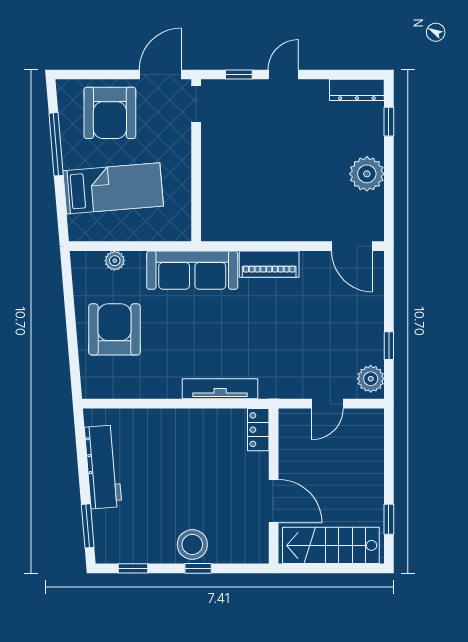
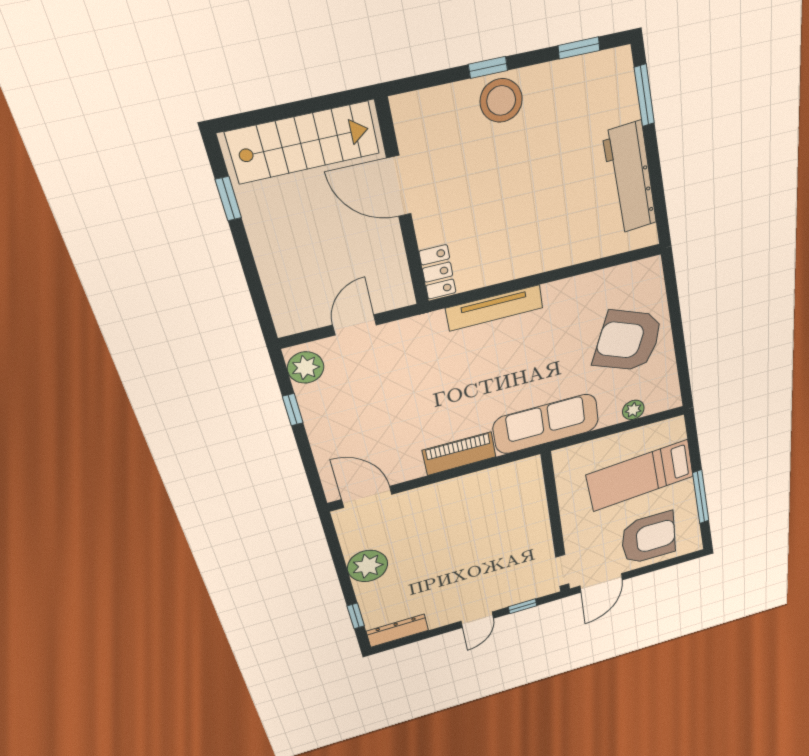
armchair: (110, 113) -> (648, 538), turned 90
armchair: (114, 329) -> (628, 341), turned 112

